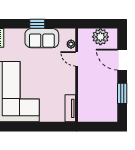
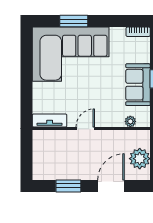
door: (77, 59) -> (85, 129), moved

